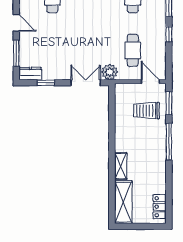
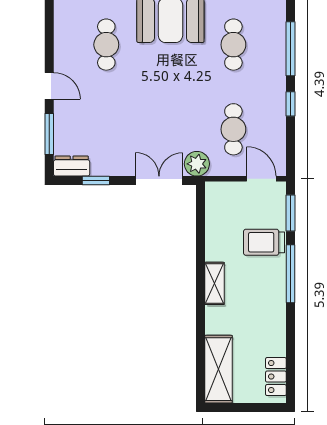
trolley: (146, 111) -> (264, 242), moved
shelving: (121, 166) -> (214, 283), moved

